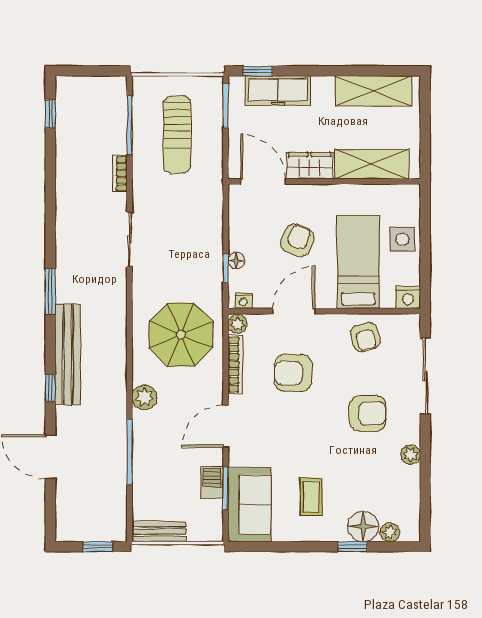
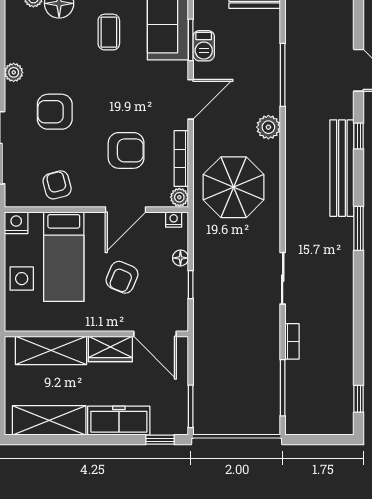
freezer: (278, 91) -> (119, 421), moved
sun lounger: (177, 135) -> (237, 379), removed
window: (226, 268) -> (191, 285), moved

